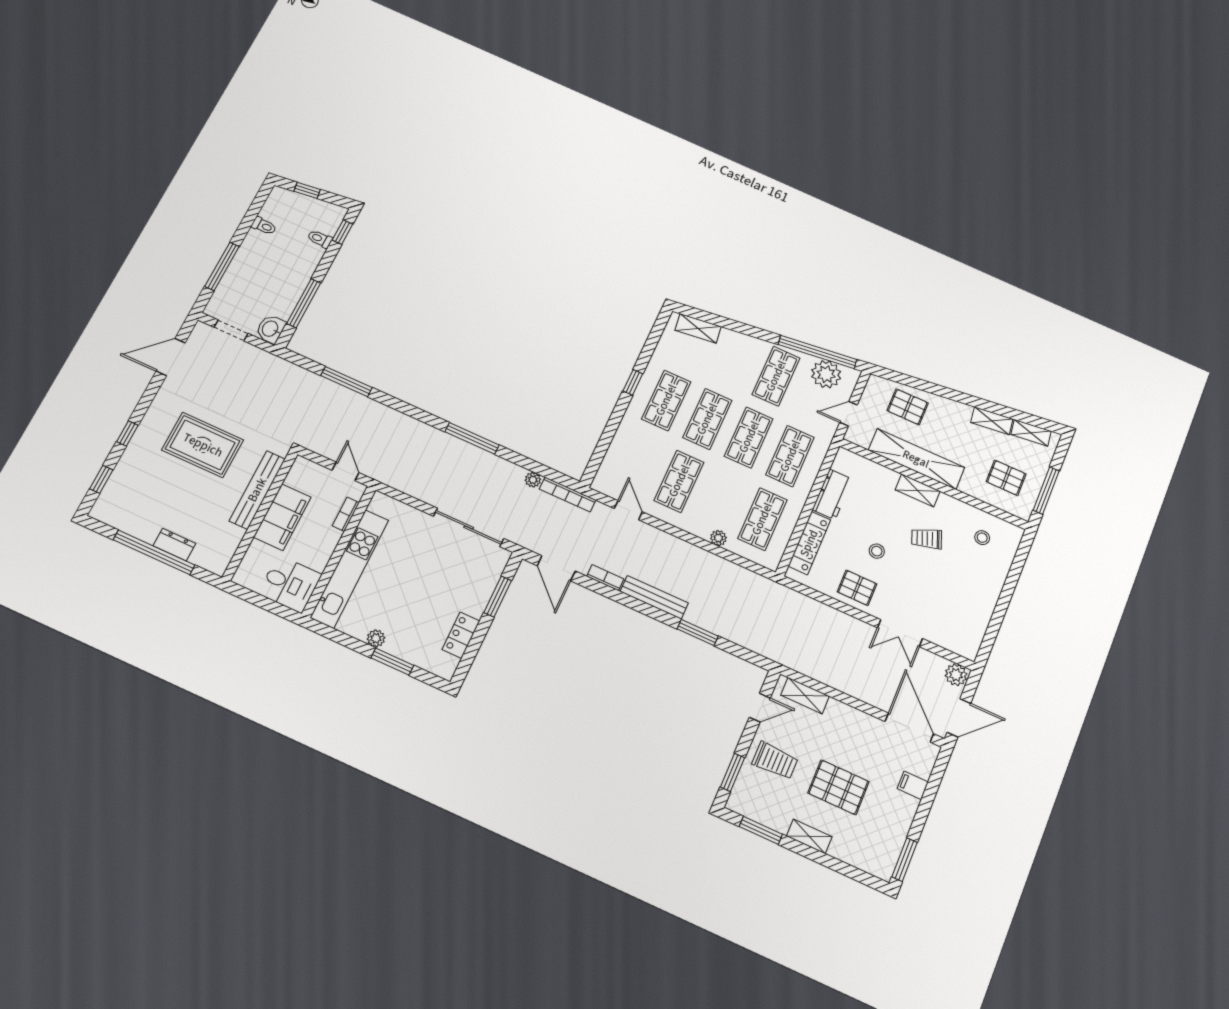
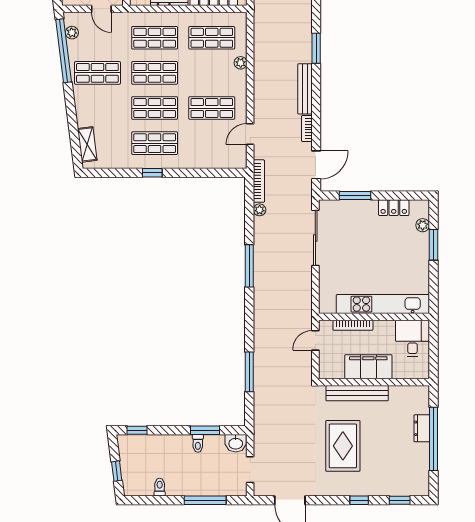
toilet: (320, 239) -> (198, 443), moved
window: (304, 303) -> (205, 430), width x0.69
plant: (826, 374) -> (72, 33), width x0.53, depth x0.53
bookcase: (346, 514) -> (353, 325), width x1.56
plant: (376, 638) -> (423, 225), moved

